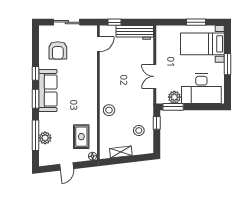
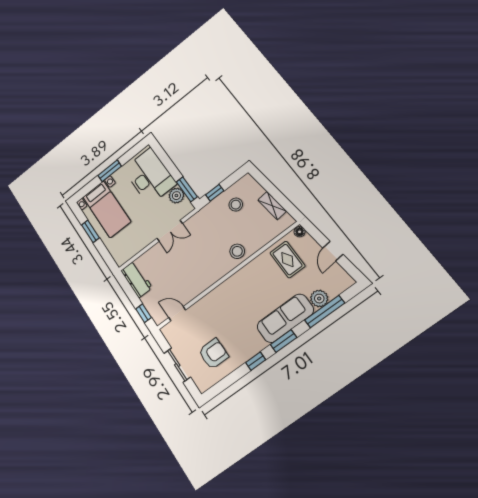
workbench: (135, 32) -> (136, 279), width x0.73
sofa: (48, 90) -> (285, 318), moved
rug: (81, 137) -> (287, 260), turned 90
door: (67, 166) -> (333, 251), swing flipped

